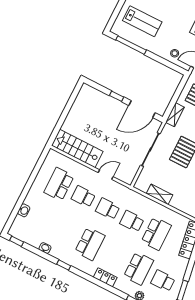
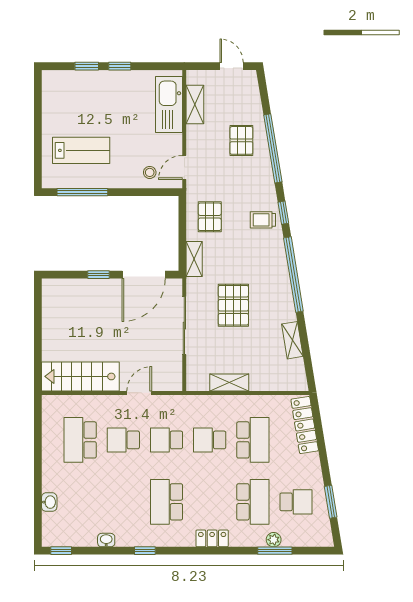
school desk: (90, 244) -> (167, 502), turned 180
school desk: (163, 281) -> (296, 502), turned 180

